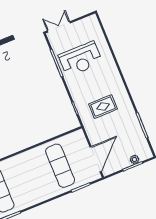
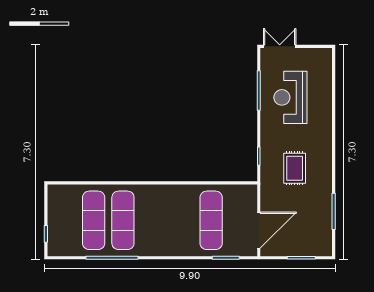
reception desk: (80, 59) -> (290, 97), turned 90
rug: (103, 107) -> (295, 168), turned 90
plant: (135, 159) -> (307, 250), removed

